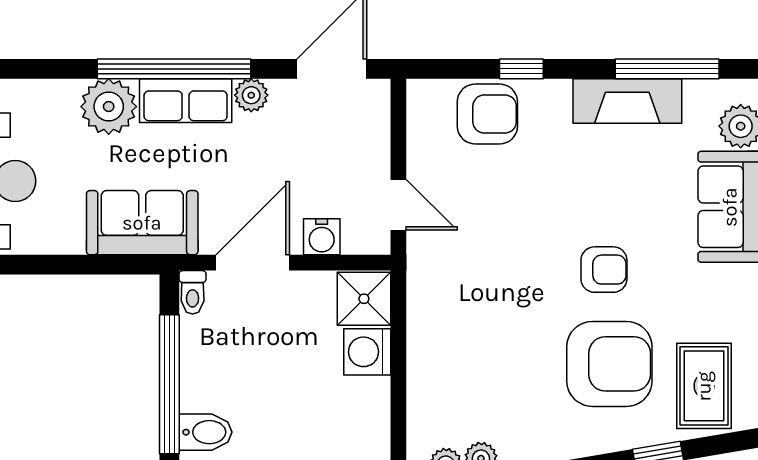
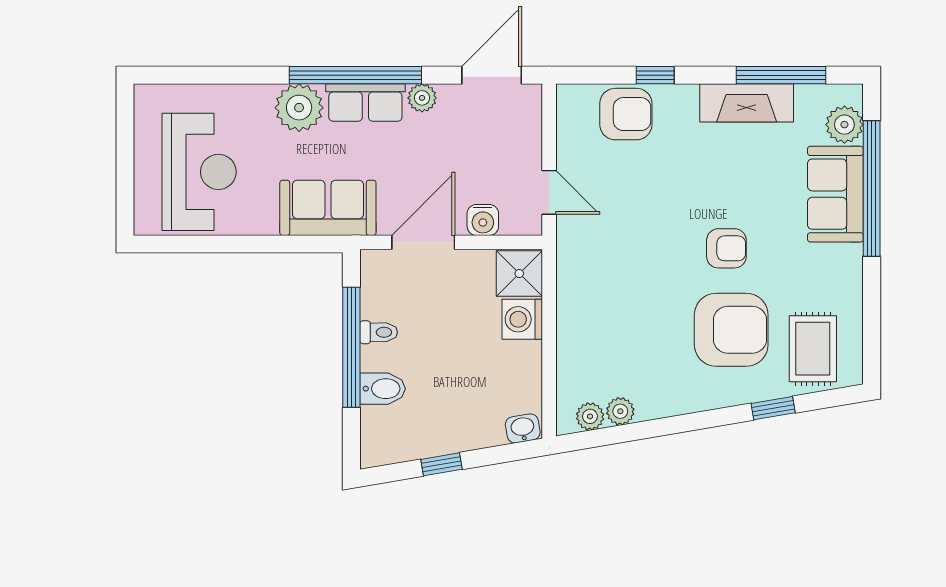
toilet: (193, 292) -> (379, 332), moved, turned -90

